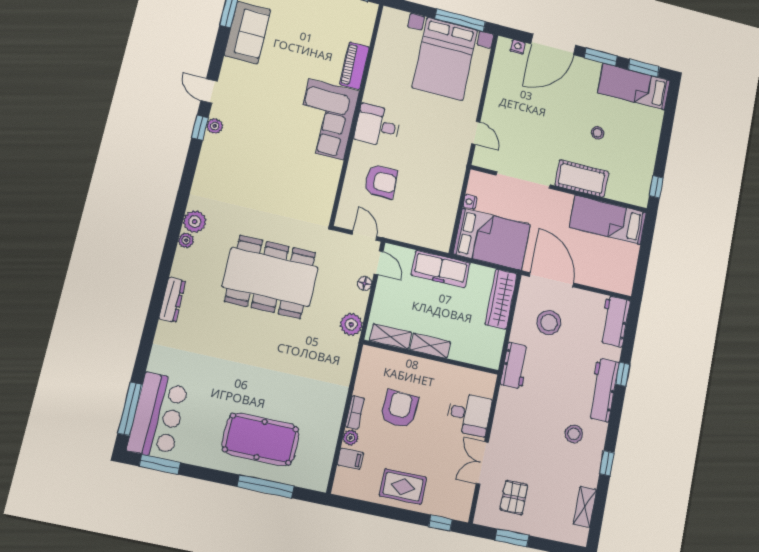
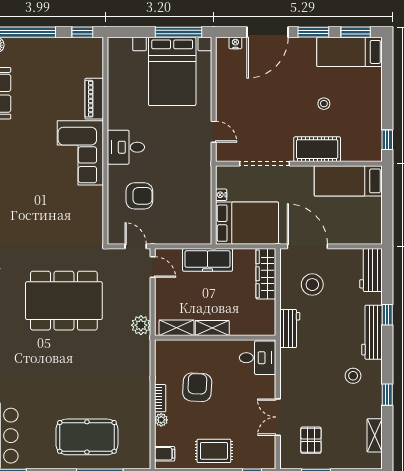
floor lamp: (365, 283) -> (145, 288), removed
desk: (469, 414) -> (258, 358), moved
filing cabinet: (350, 459) -> (165, 454), moved

